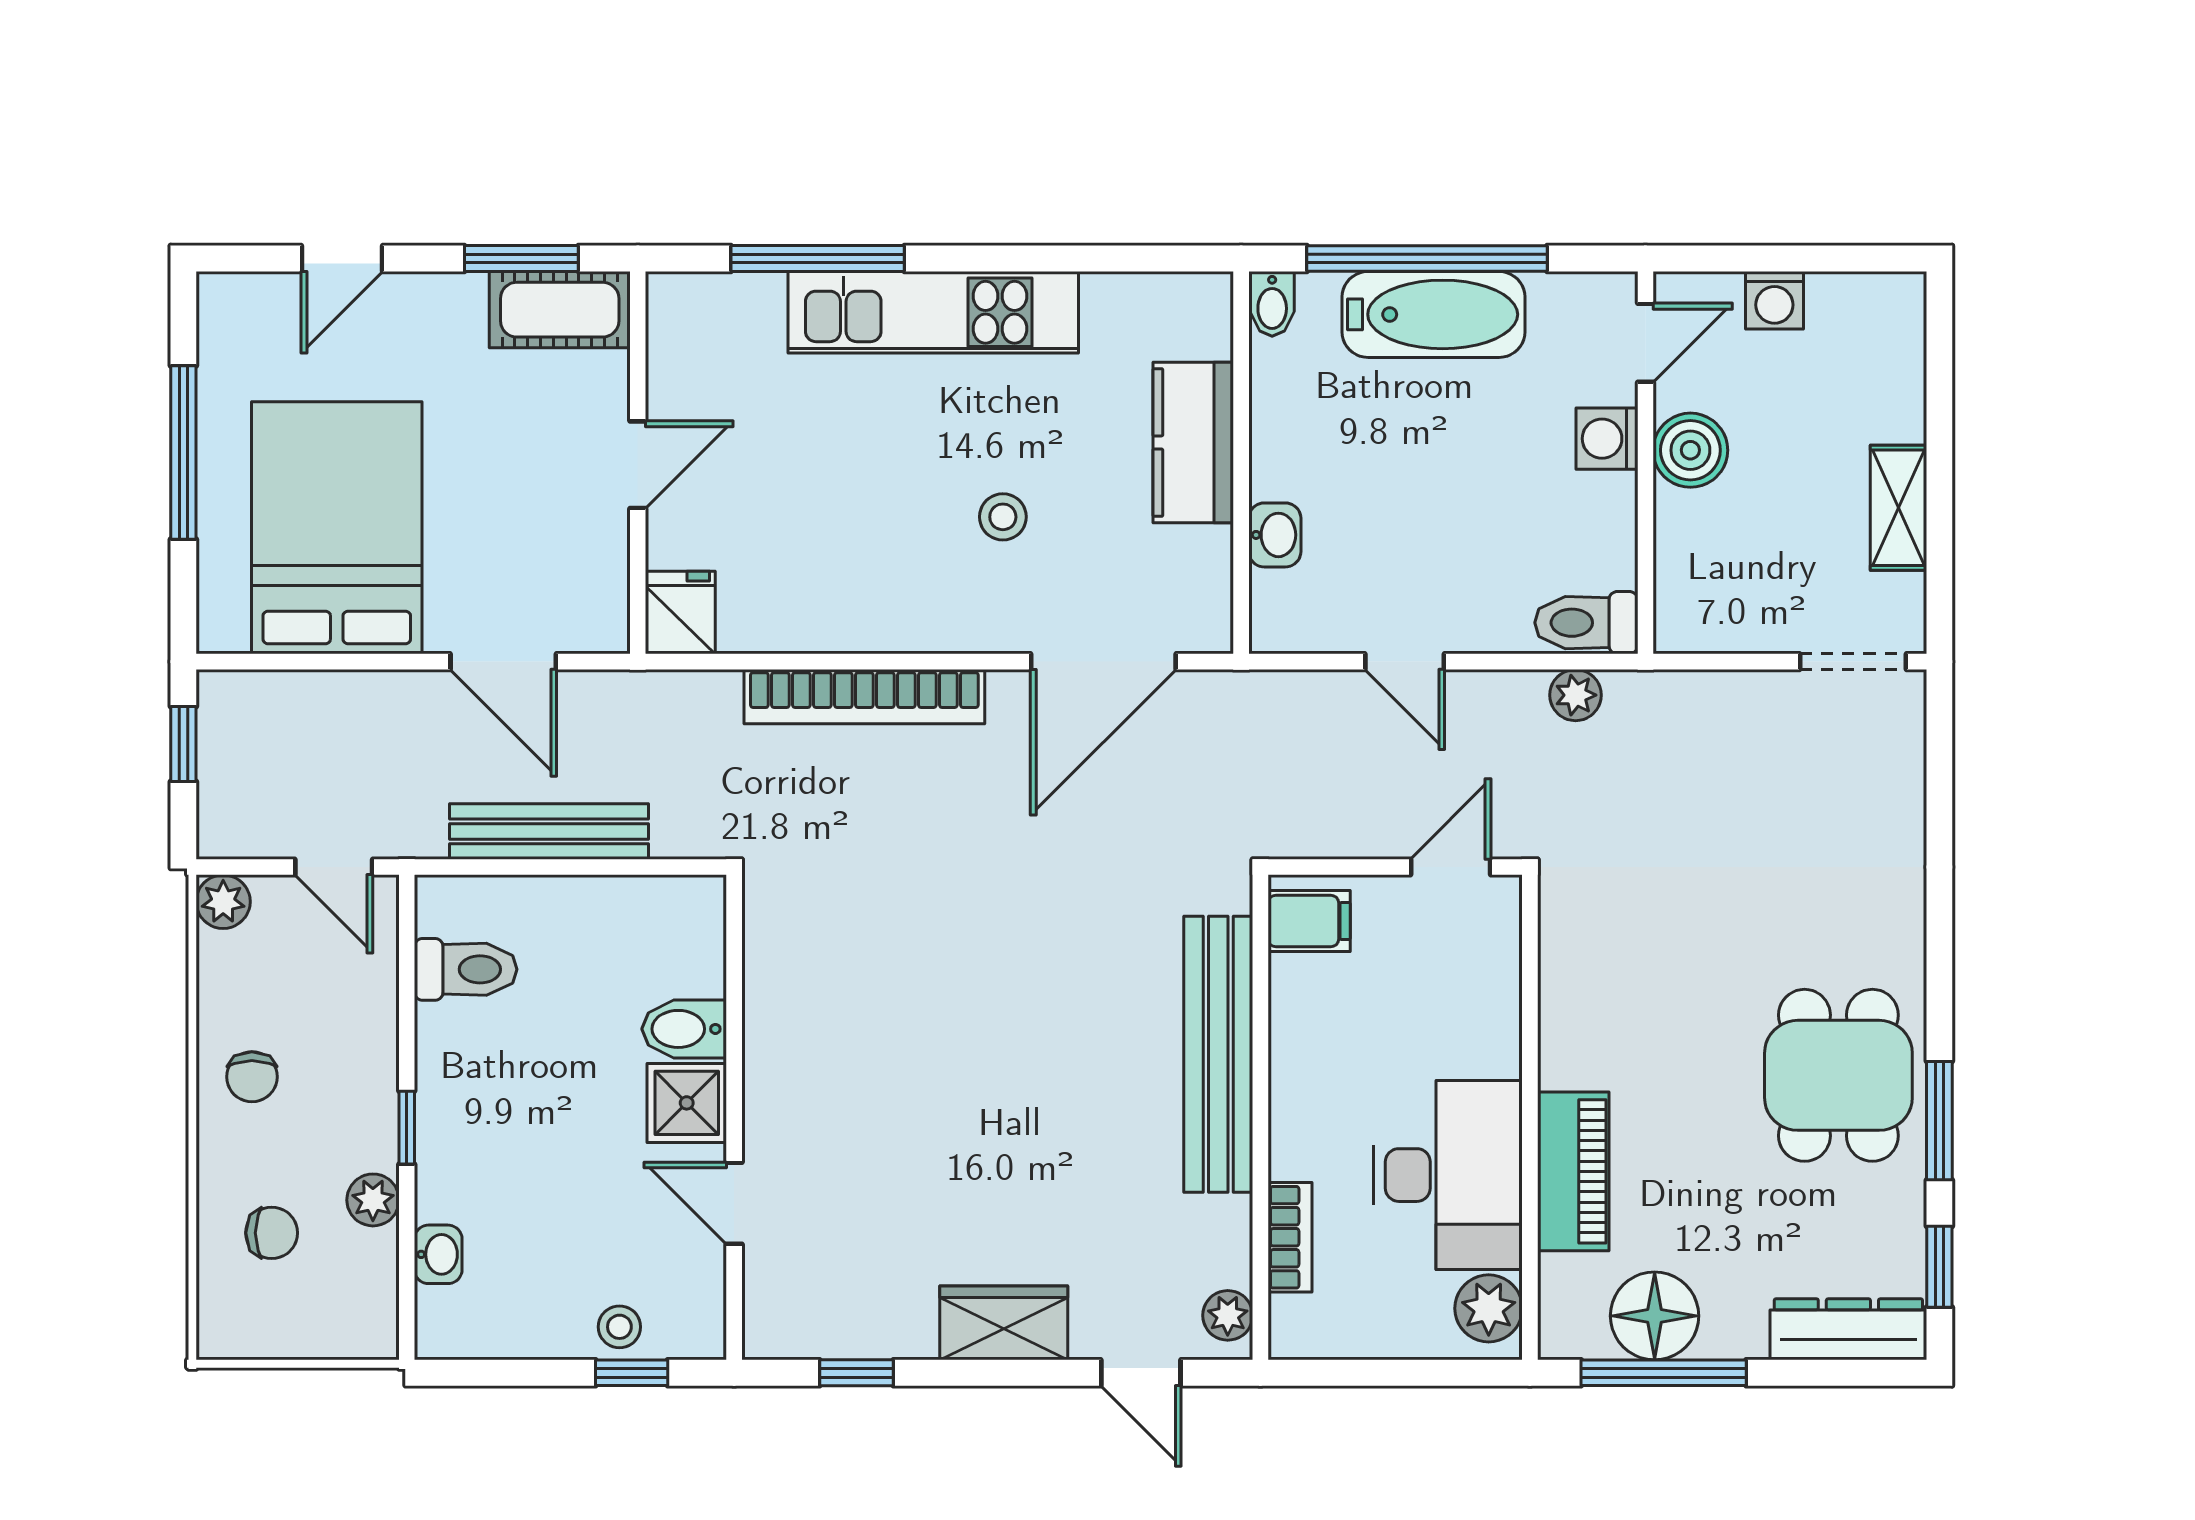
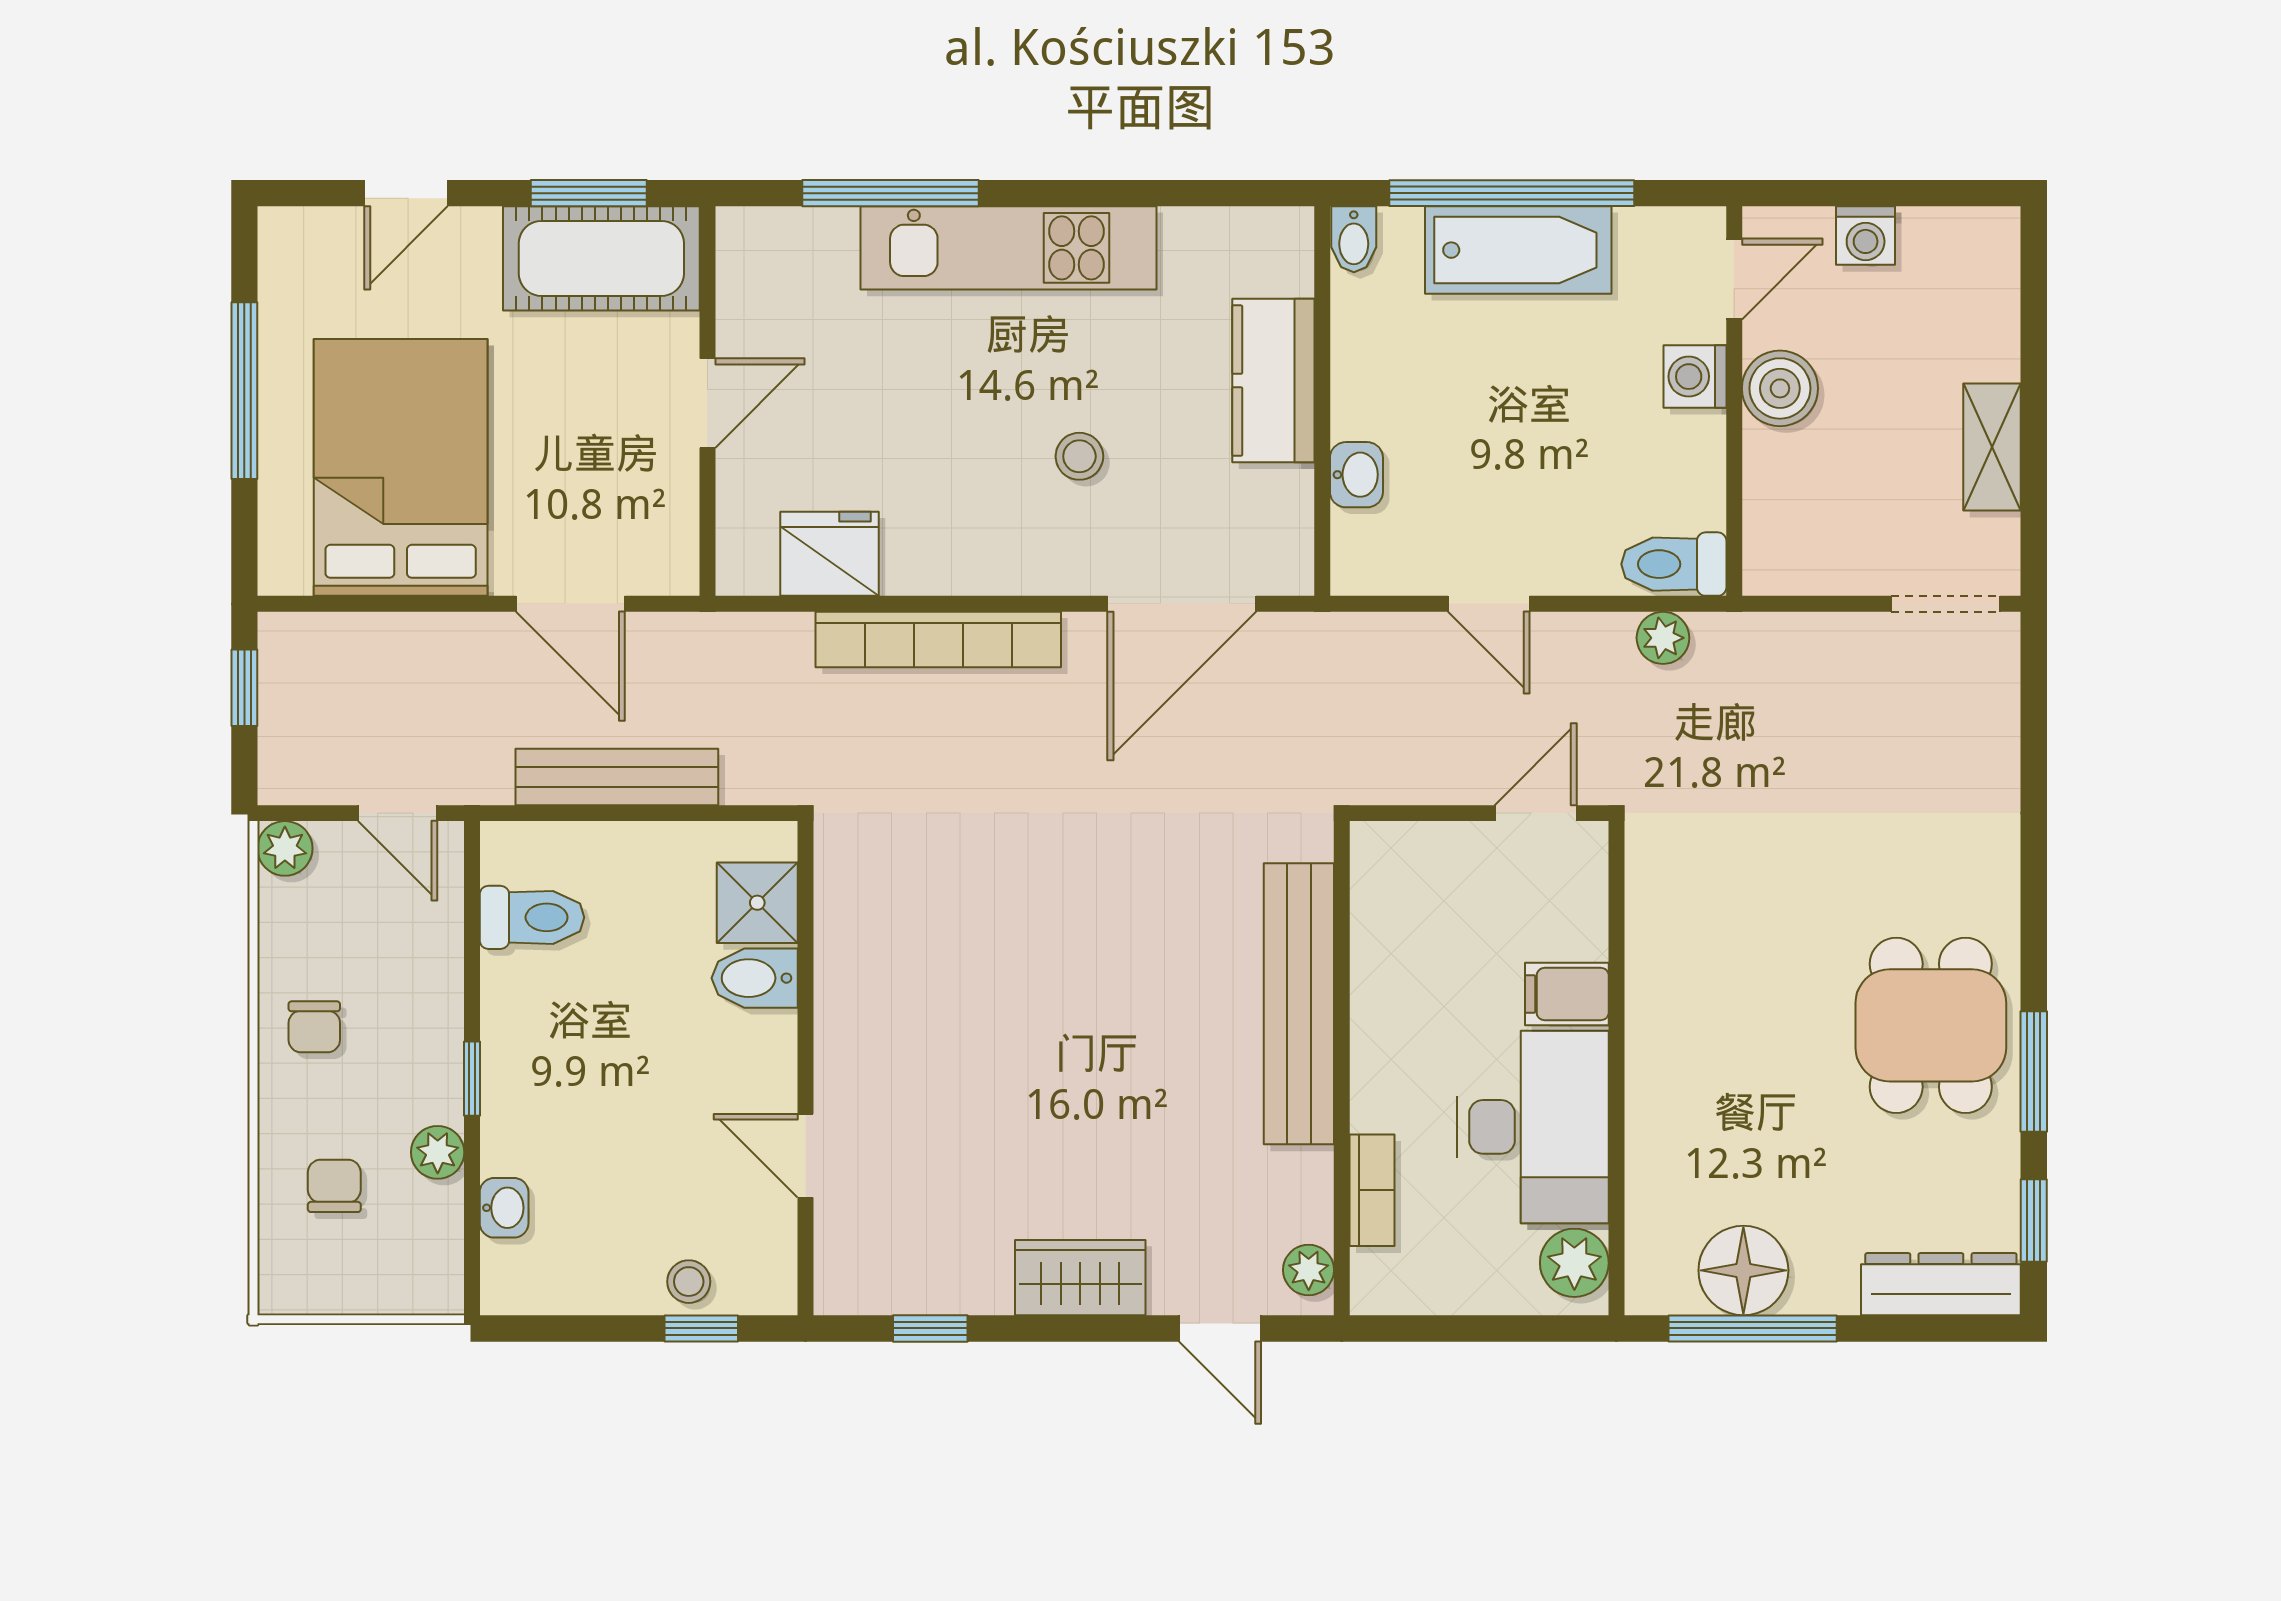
cot: (560, 310) -> (601, 258), width x1.37, depth x1.34
fridge: (680, 612) -> (829, 554), moved, width x1.38
filing cabinet: (1309, 921) -> (1567, 994), moved, turned 180
shower: (687, 1103) -> (757, 903), moved
piano: (1573, 1171) -> (1661, 1123), removed
chair: (272, 1233) -> (334, 1186), turned -90

